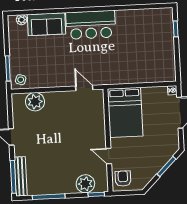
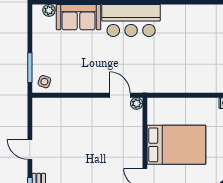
plant: (35, 102) -> (137, 103), moved, width x0.53, depth x0.53
bed: (125, 112) -> (176, 145), moved, turned -90

